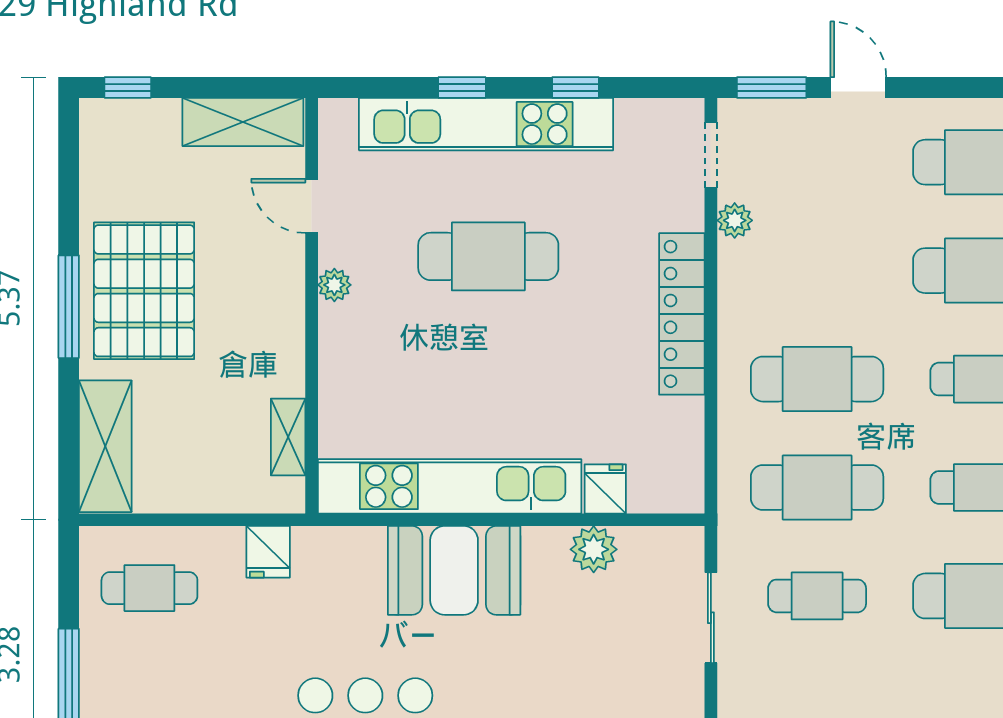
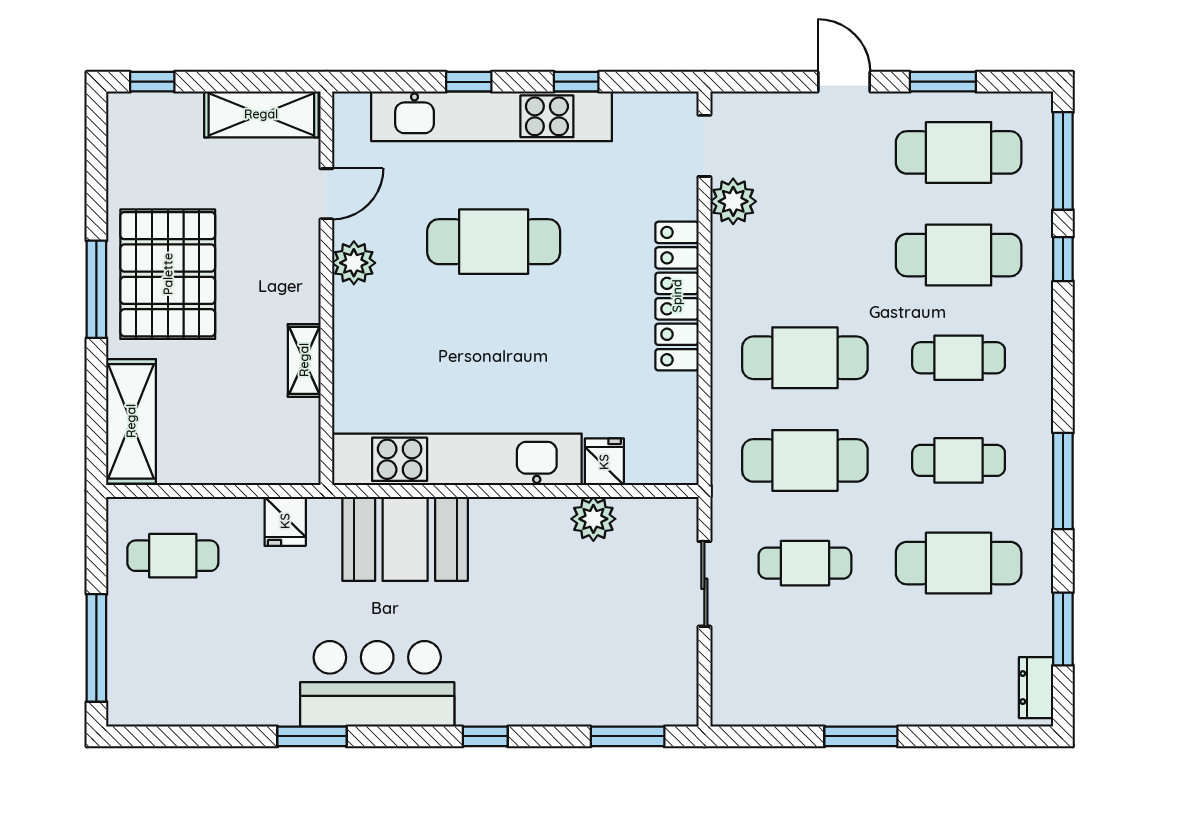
window: (772, 87) -> (943, 82), moved
door: (312, 206) -> (326, 194), swing flipped
plant: (735, 220) -> (733, 201), width x1.38, depth x1.38
plant: (334, 285) -> (354, 263), width x1.38, depth x1.38
shelving: (288, 437) -> (304, 360), moved
booth: (454, 570) -> (405, 539), moved

